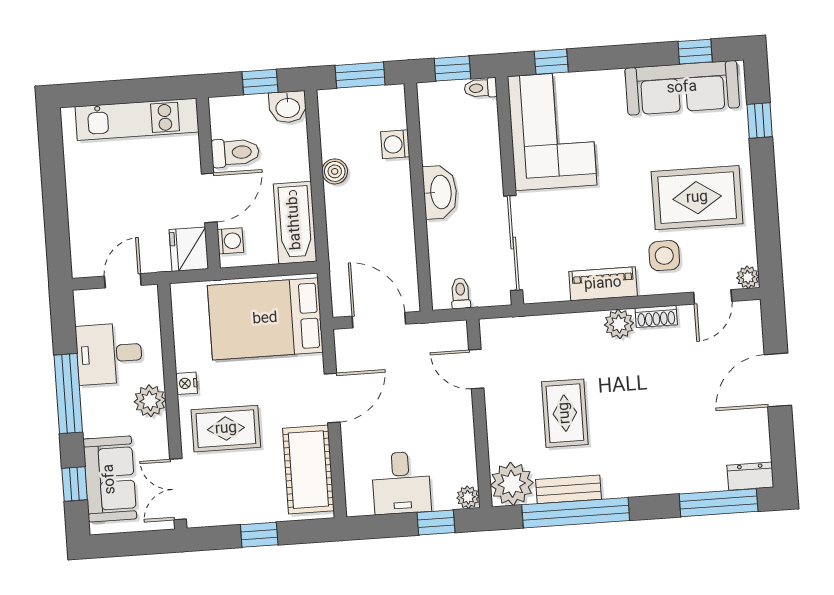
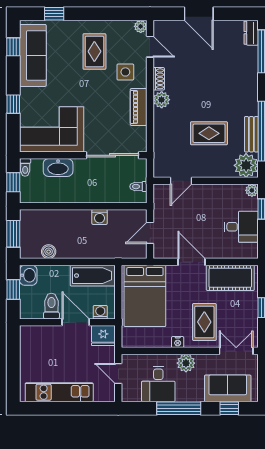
window: (551, 62) -> (13, 104), moved
kitchen unit: (137, 119) -> (59, 392), moved, turned -90
washing machine: (395, 144) -> (100, 217), moved
boiler: (335, 171) -> (49, 252), moved
washbasin: (440, 192) -> (58, 168), moved, turned 180
rug: (697, 198) -> (94, 51), width x0.73, depth x0.70
door: (379, 320) -> (150, 233), width x0.73
double door: (178, 489) -> (236, 351), swing flipped

